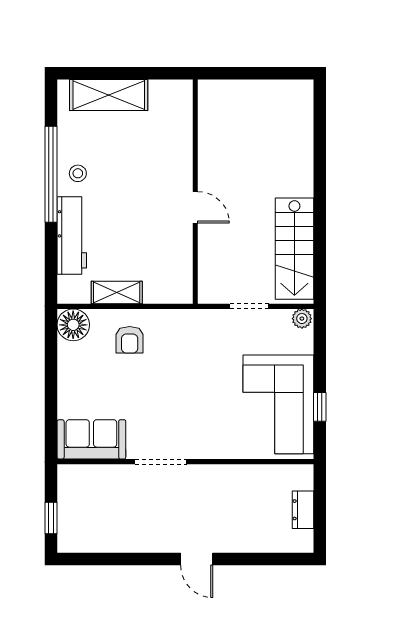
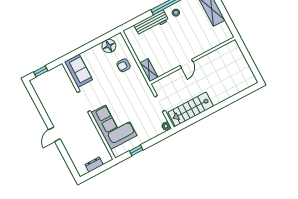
shelving: (117, 292) -> (149, 70), moved
floor lamp: (73, 325) -> (109, 46), moved
corner sofa: (278, 404) -> (114, 124), moved, turned 90

